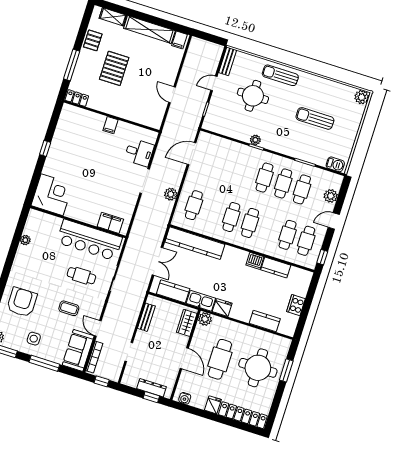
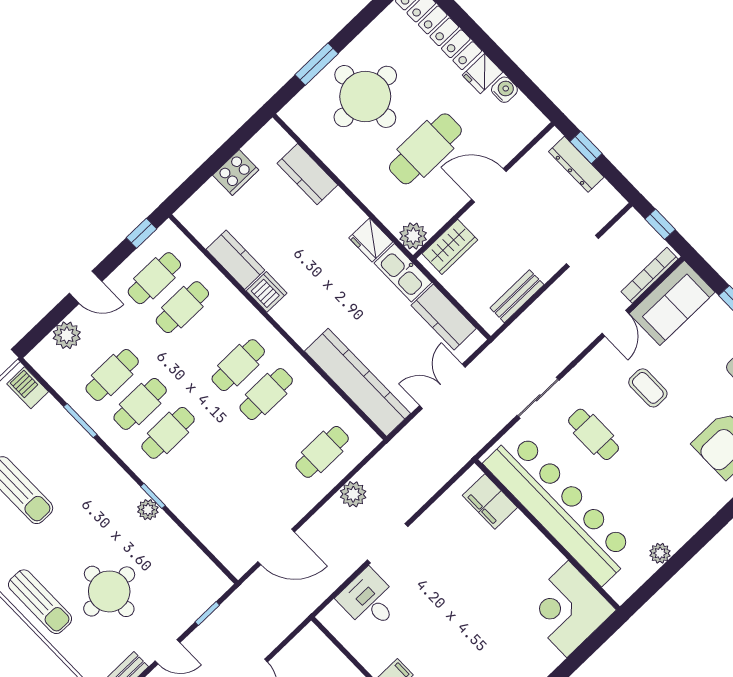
bar counter: (89, 240) -> (560, 507), width x1.36
door: (184, 358) -> (489, 185), hinge flipped
water cooler: (185, 398) -> (504, 90), moved

